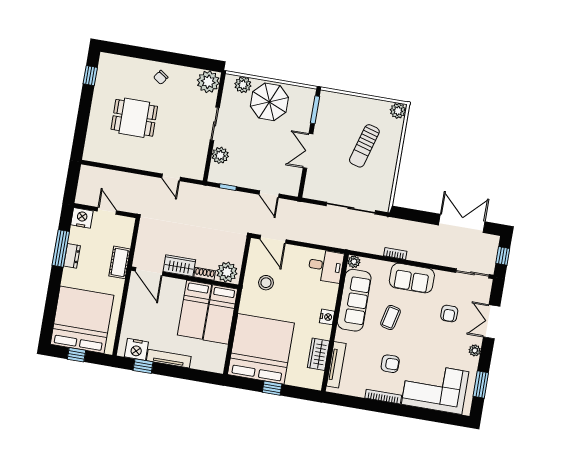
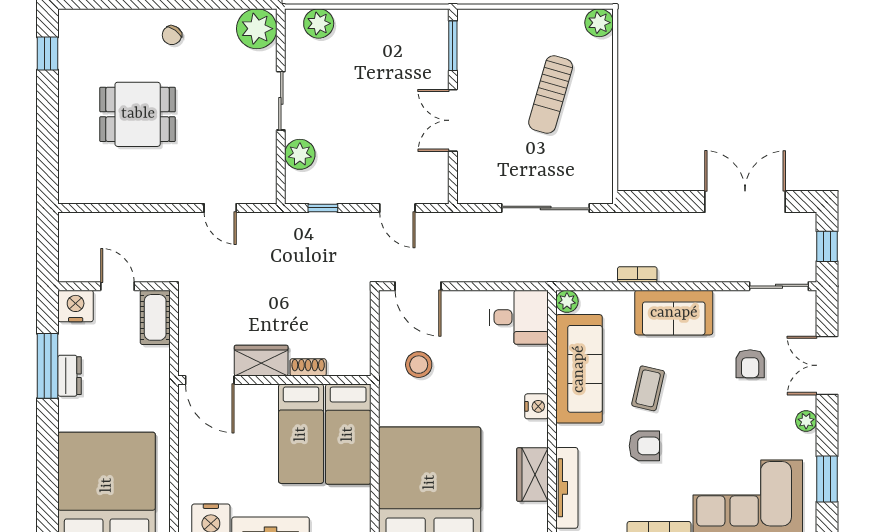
parasol: (269, 102) -> (370, 46), removed
cot: (120, 262) -> (155, 317), moved
plant: (227, 272) -> (347, 358), removed
armchair: (390, 364) -> (644, 446), moved

